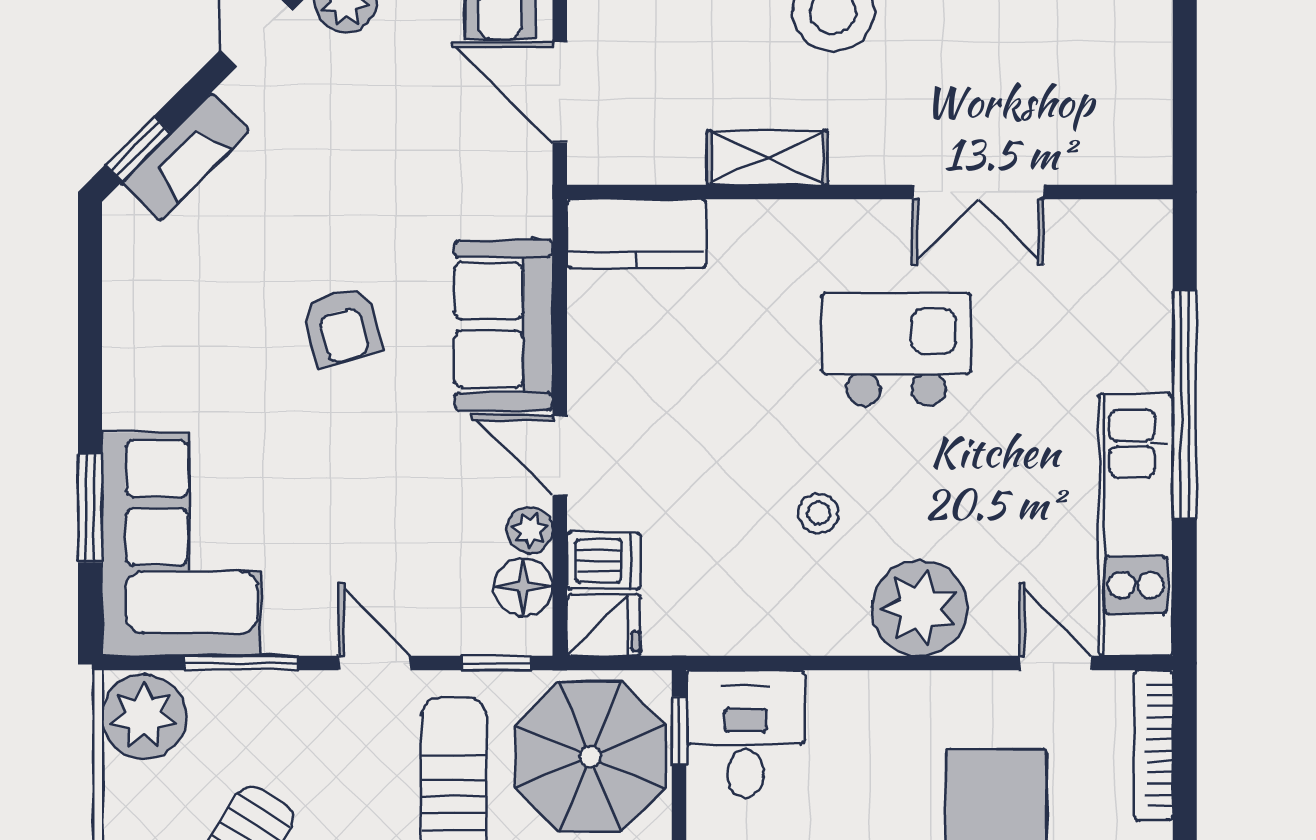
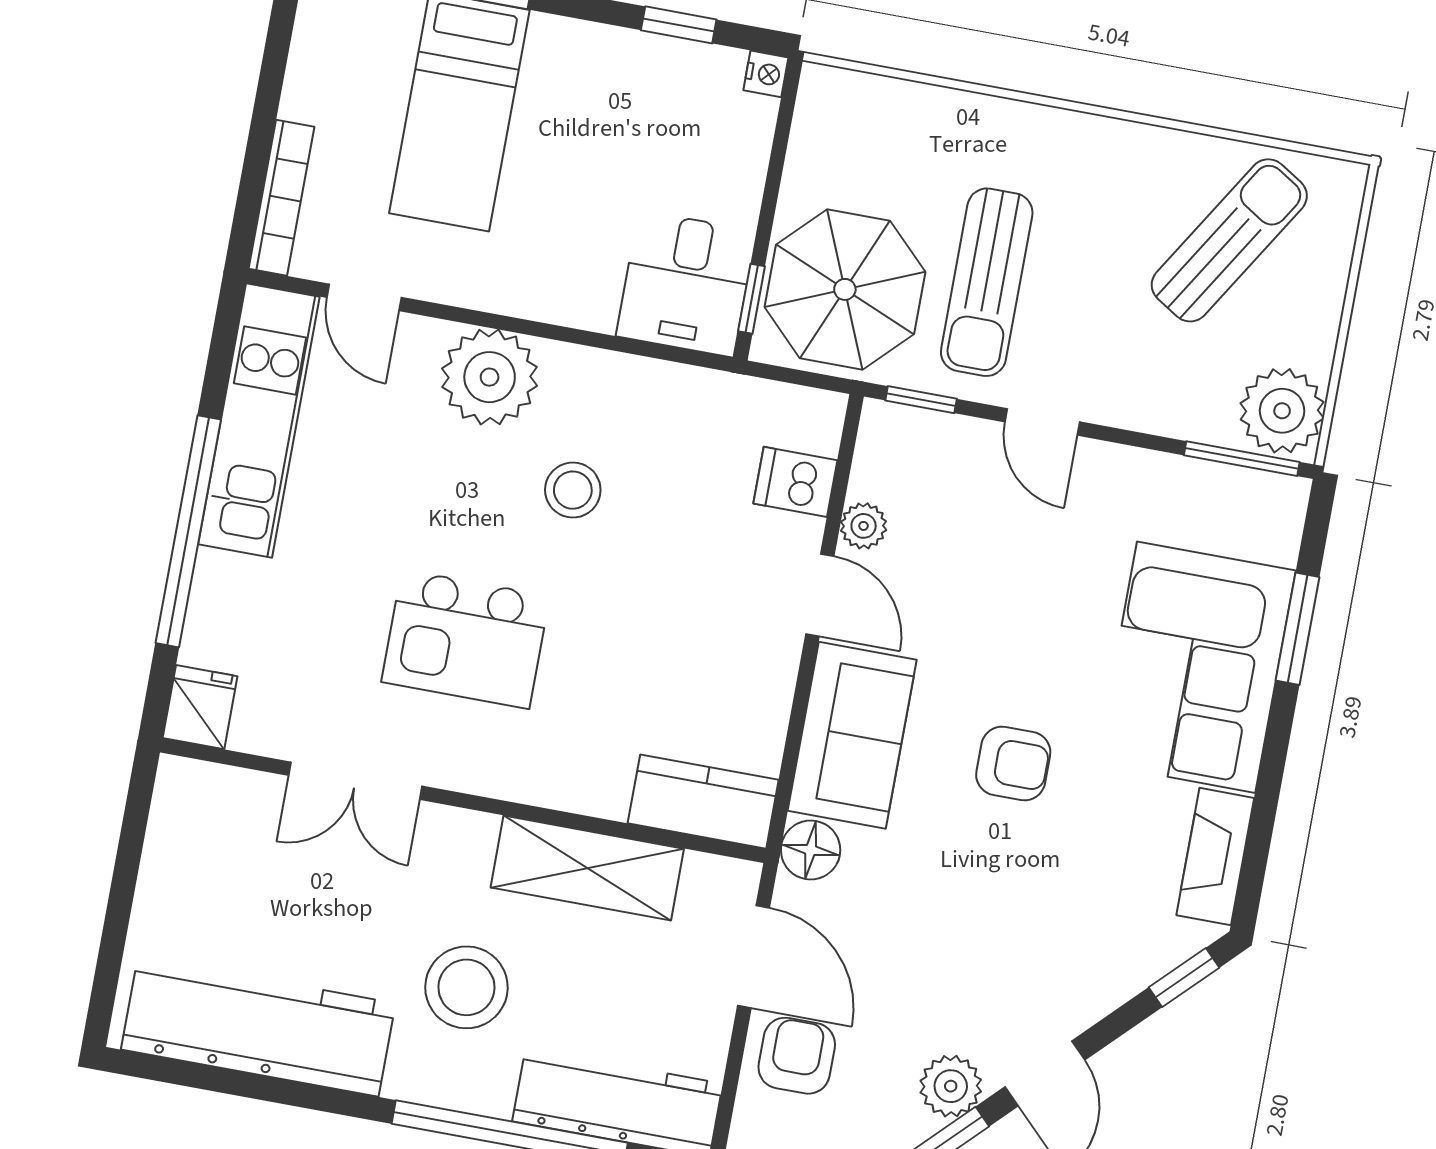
fireplace: (185, 157) -> (1215, 857), moved, turned -45
shelving: (767, 158) -> (587, 868), width x1.50, depth x1.33
double door: (978, 192) -> (355, 781), swing flipped
armchair: (342, 326) -> (1013, 763), turned 105
stool: (819, 513) -> (573, 490), width x1.37, depth x1.37
corner sofa: (182, 544) -> (1196, 667), moved
floor lamp: (523, 587) -> (811, 850), moved
fridge: (604, 625) -> (200, 707), moved, turned 90
window: (241, 663) -> (1242, 459), moved

